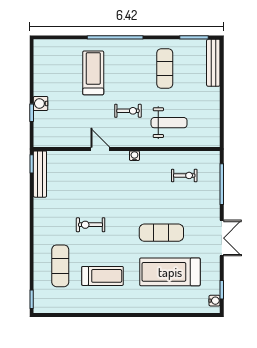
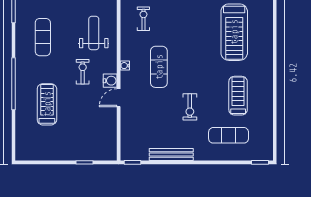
exercise mat: (165, 68) -> (43, 37), turned 90
treadmill: (93, 73) -> (47, 104), turned 90
water cooler: (41, 103) -> (110, 81), moved, turned -90
bench: (40, 174) -> (171, 154), moved
exercise mat: (161, 233) -> (159, 67), moved

